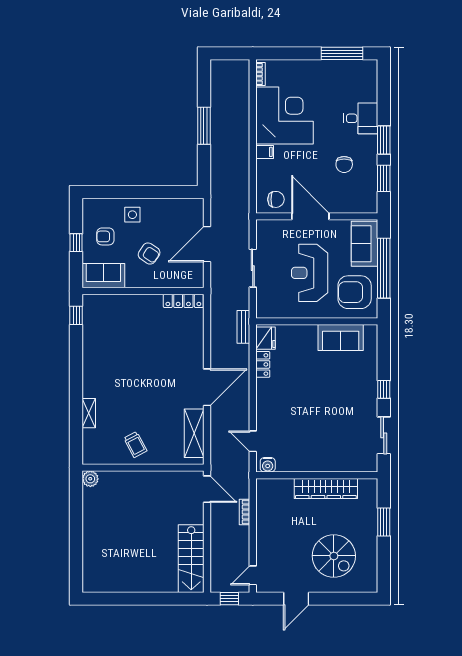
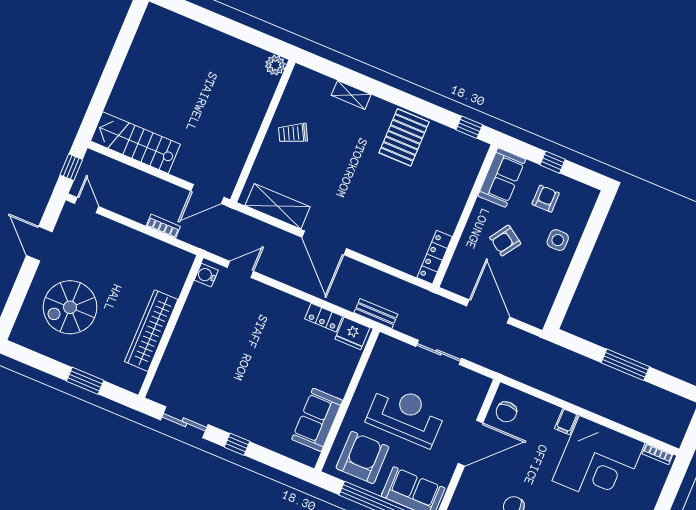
pallet: (104, 361) -> (404, 137), added

